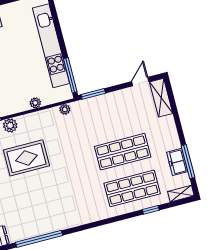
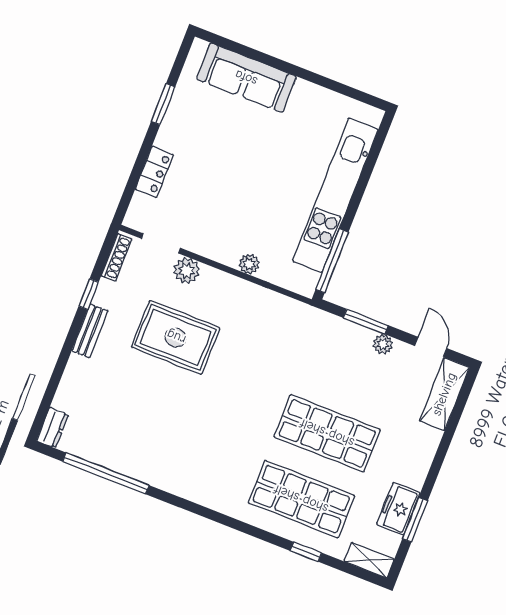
door: (140, 82) -> (431, 347), hinge flipped
window: (93, 94) -> (366, 322), moved
plant: (65, 109) -> (383, 344), moved
window: (188, 162) -> (415, 520), width x0.69

